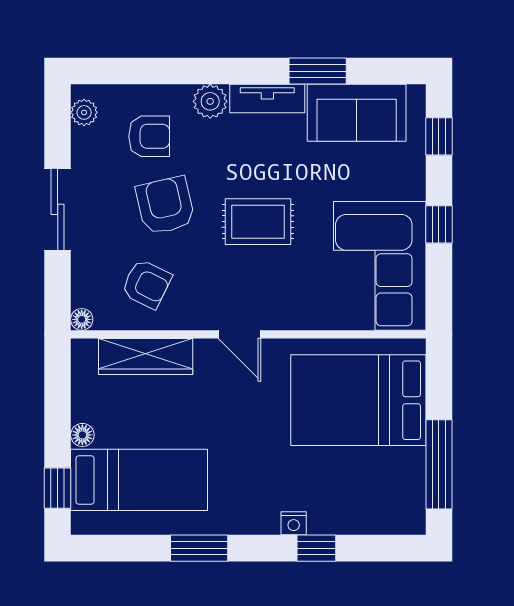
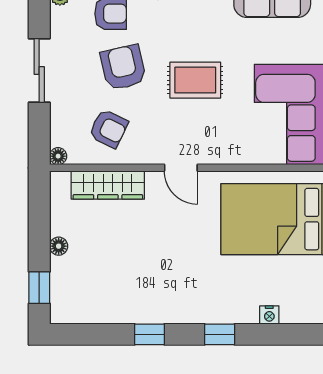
bed: (139, 480) -> (103, 281), removed
nightstand: (294, 523) -> (269, 315), moved
window: (199, 548) -> (149, 334), width x0.67
window: (316, 548) -> (220, 334), moved

